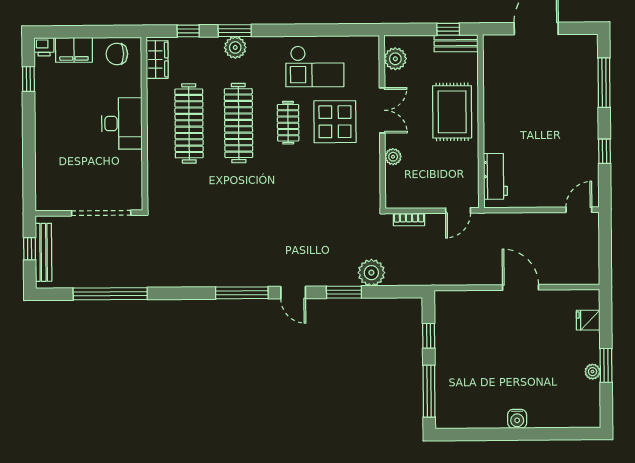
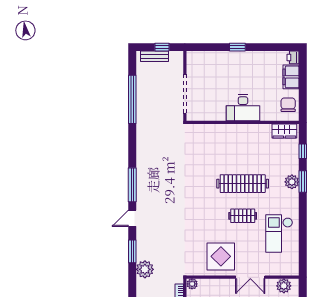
window: (28, 79) -> (237, 47), moved
display table: (335, 122) -> (221, 256), moved
clothes rail: (189, 123) -> (243, 151), removed
plant: (393, 157) -> (192, 284), moved
bench: (44, 252) -> (155, 56), width x0.73

